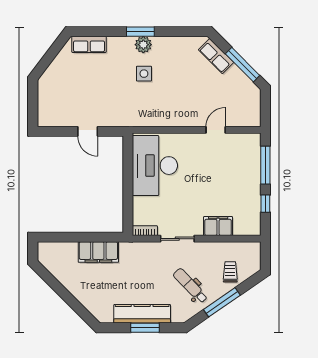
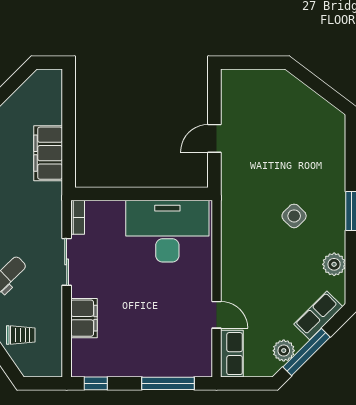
row of seats: (89, 44) -> (232, 354), moved, turned 180
plant: (143, 45) -> (334, 264), moved
side table: (144, 74) -> (294, 216), turned 45
plant: (242, 81) -> (284, 351), added
window: (265, 204) -> (96, 383), moved

